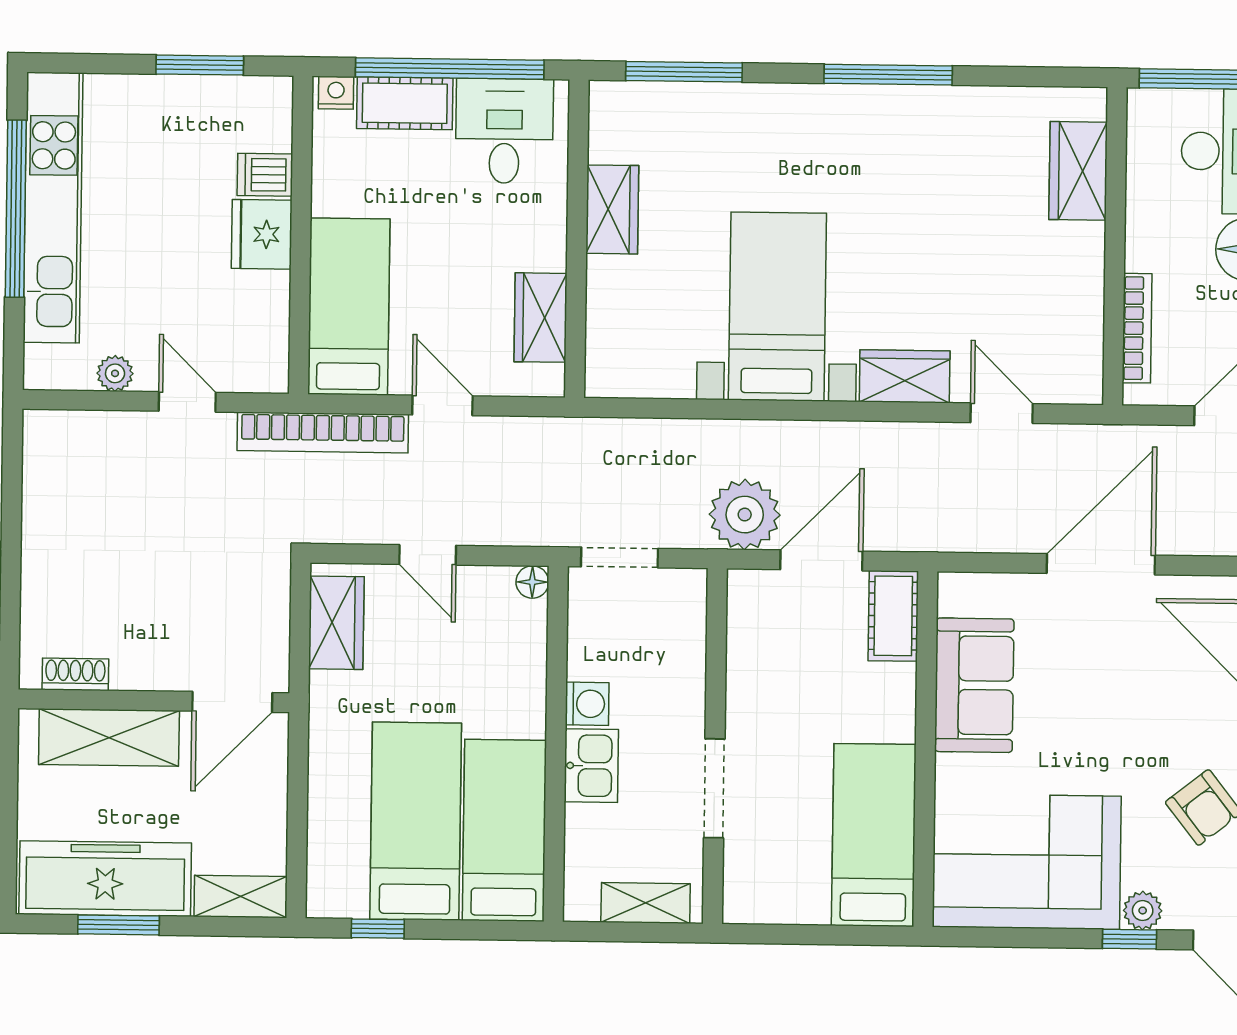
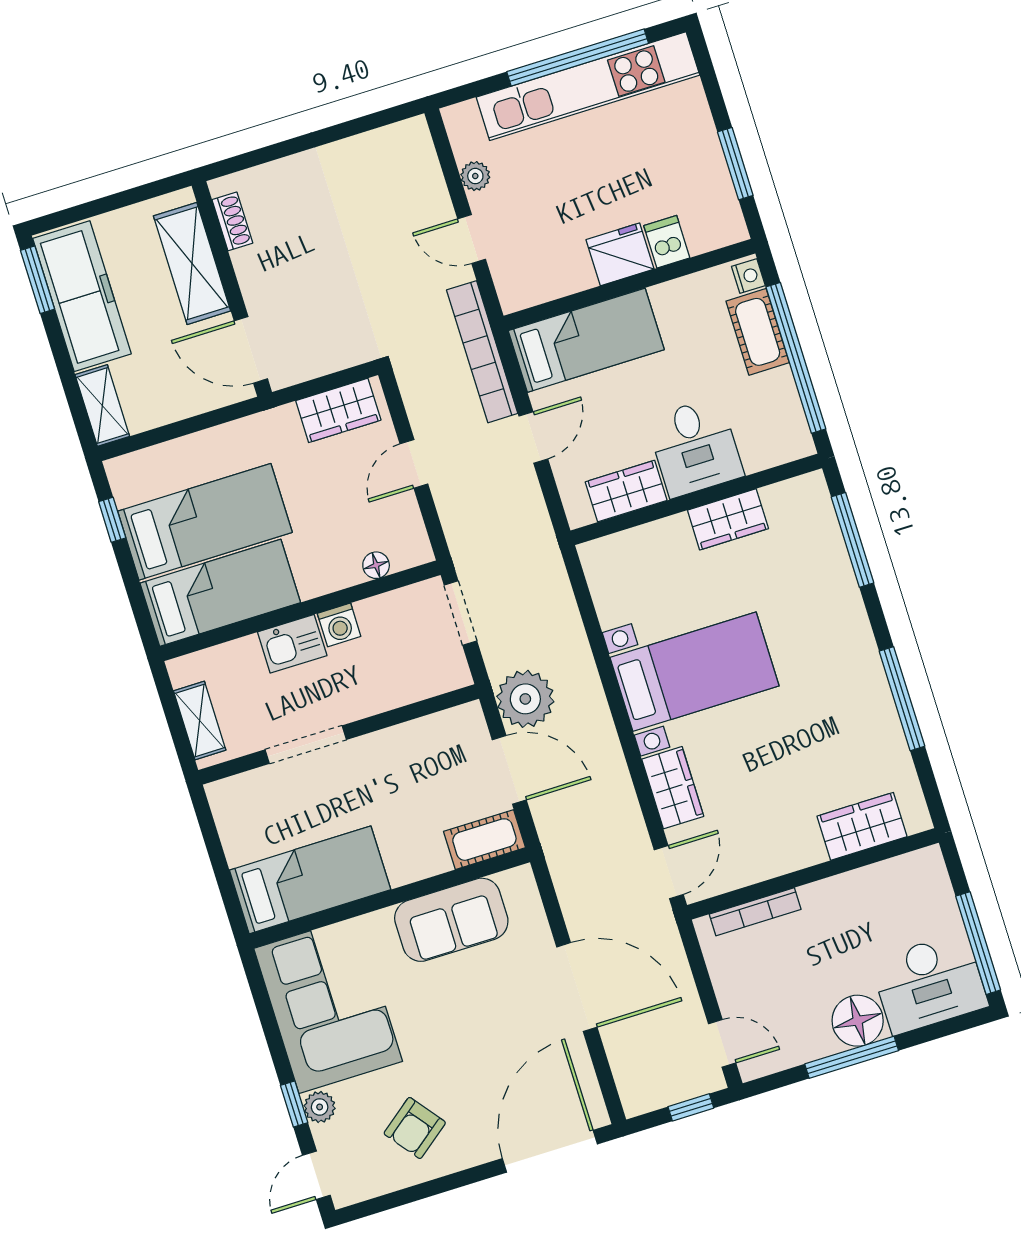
desk: (504, 131) -> (695, 447), moved, turned 90
wardrobe: (1078, 171) -> (862, 826), moved
wall: (1115, 246) -> (813, 874), moved
bookcase: (1137, 328) -> (755, 912), moved
door: (187, 402) -> (472, 239), swing flipped
floor lamp: (532, 582) -> (376, 565), moved
window: (119, 925) -> (37, 280), moved

